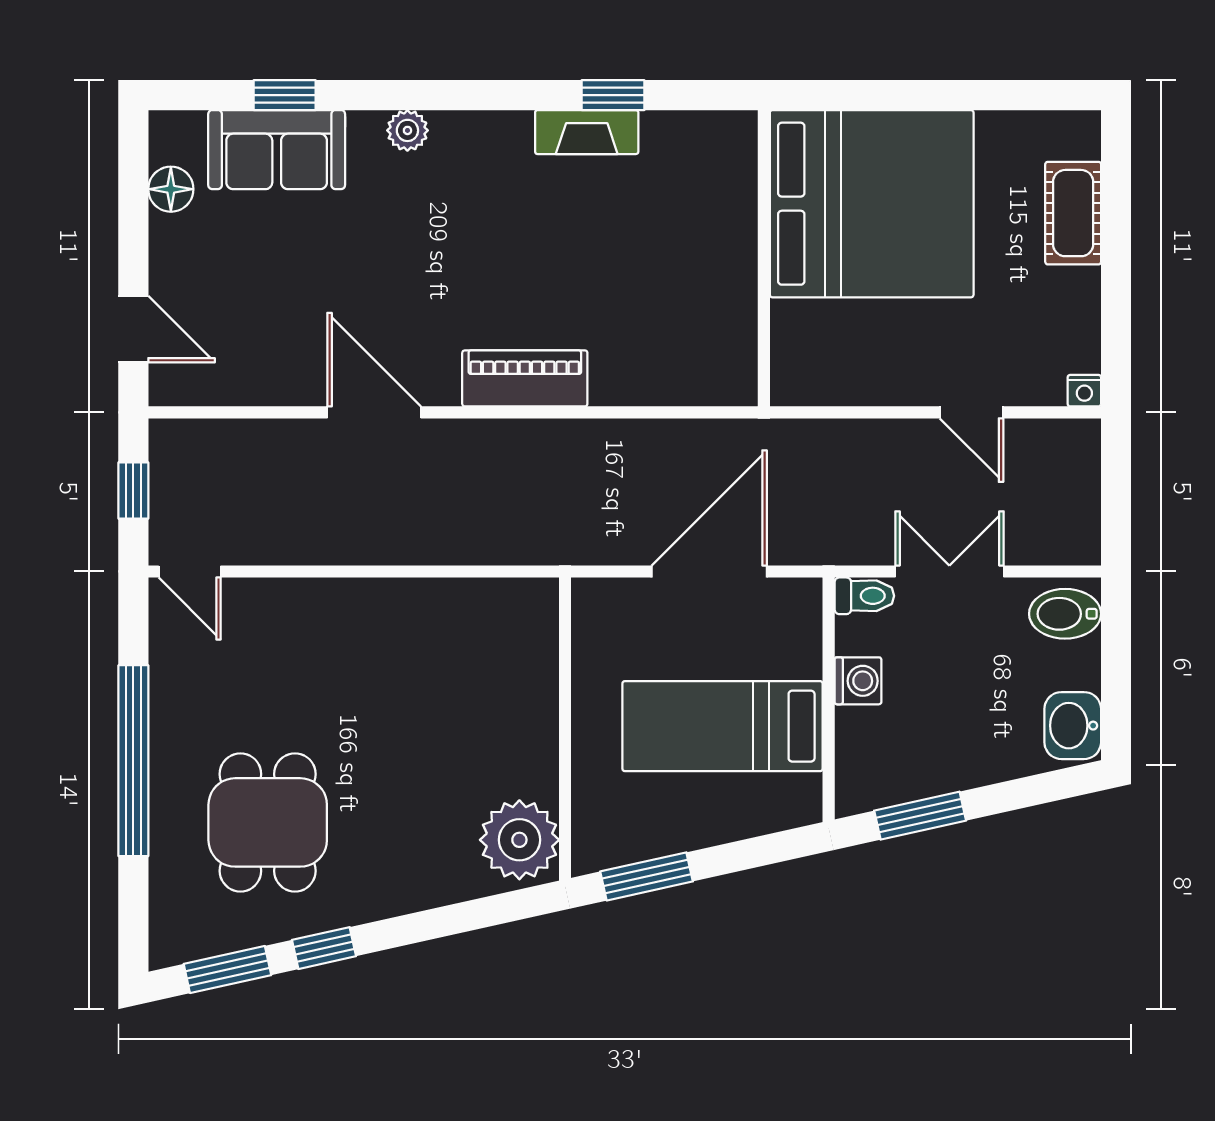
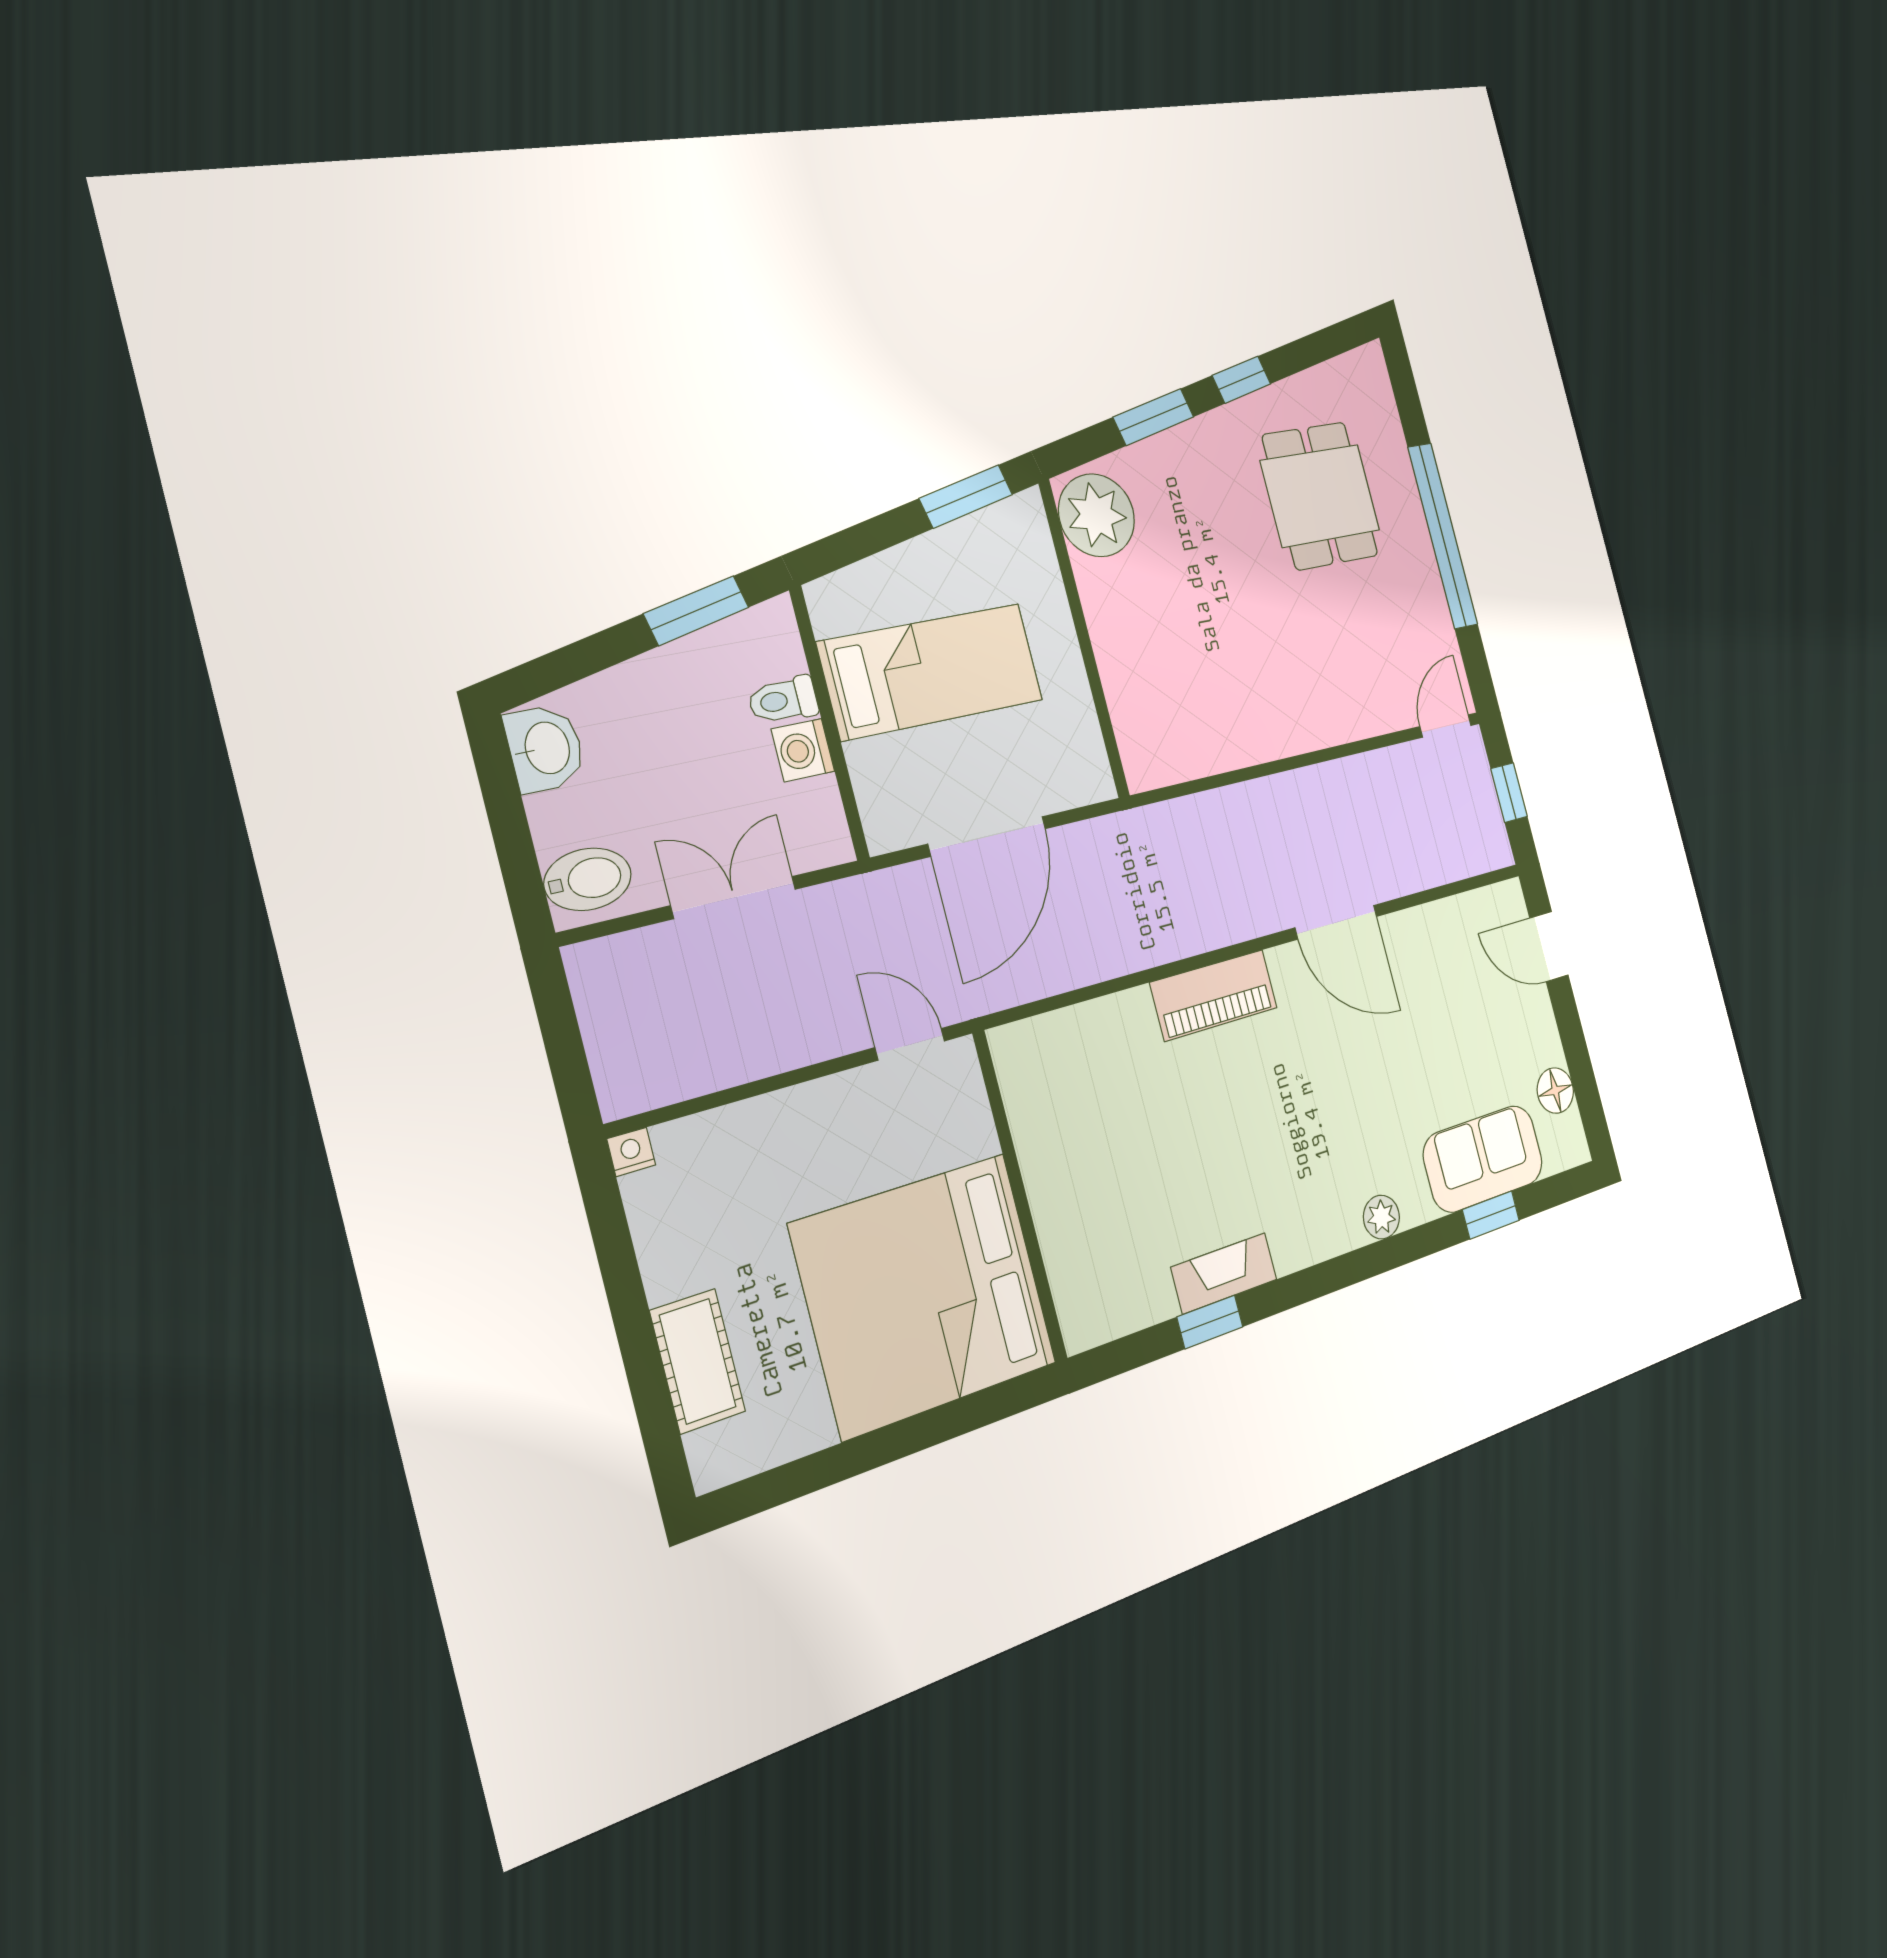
door: (971, 412) -> (910, 1044), moved
door: (190, 571) -> (1446, 726), hinge flipped
double door: (949, 571) -> (734, 897), swing flipped
toilet: (864, 596) -> (783, 700), moved
window: (227, 970) -> (1154, 417), moved

